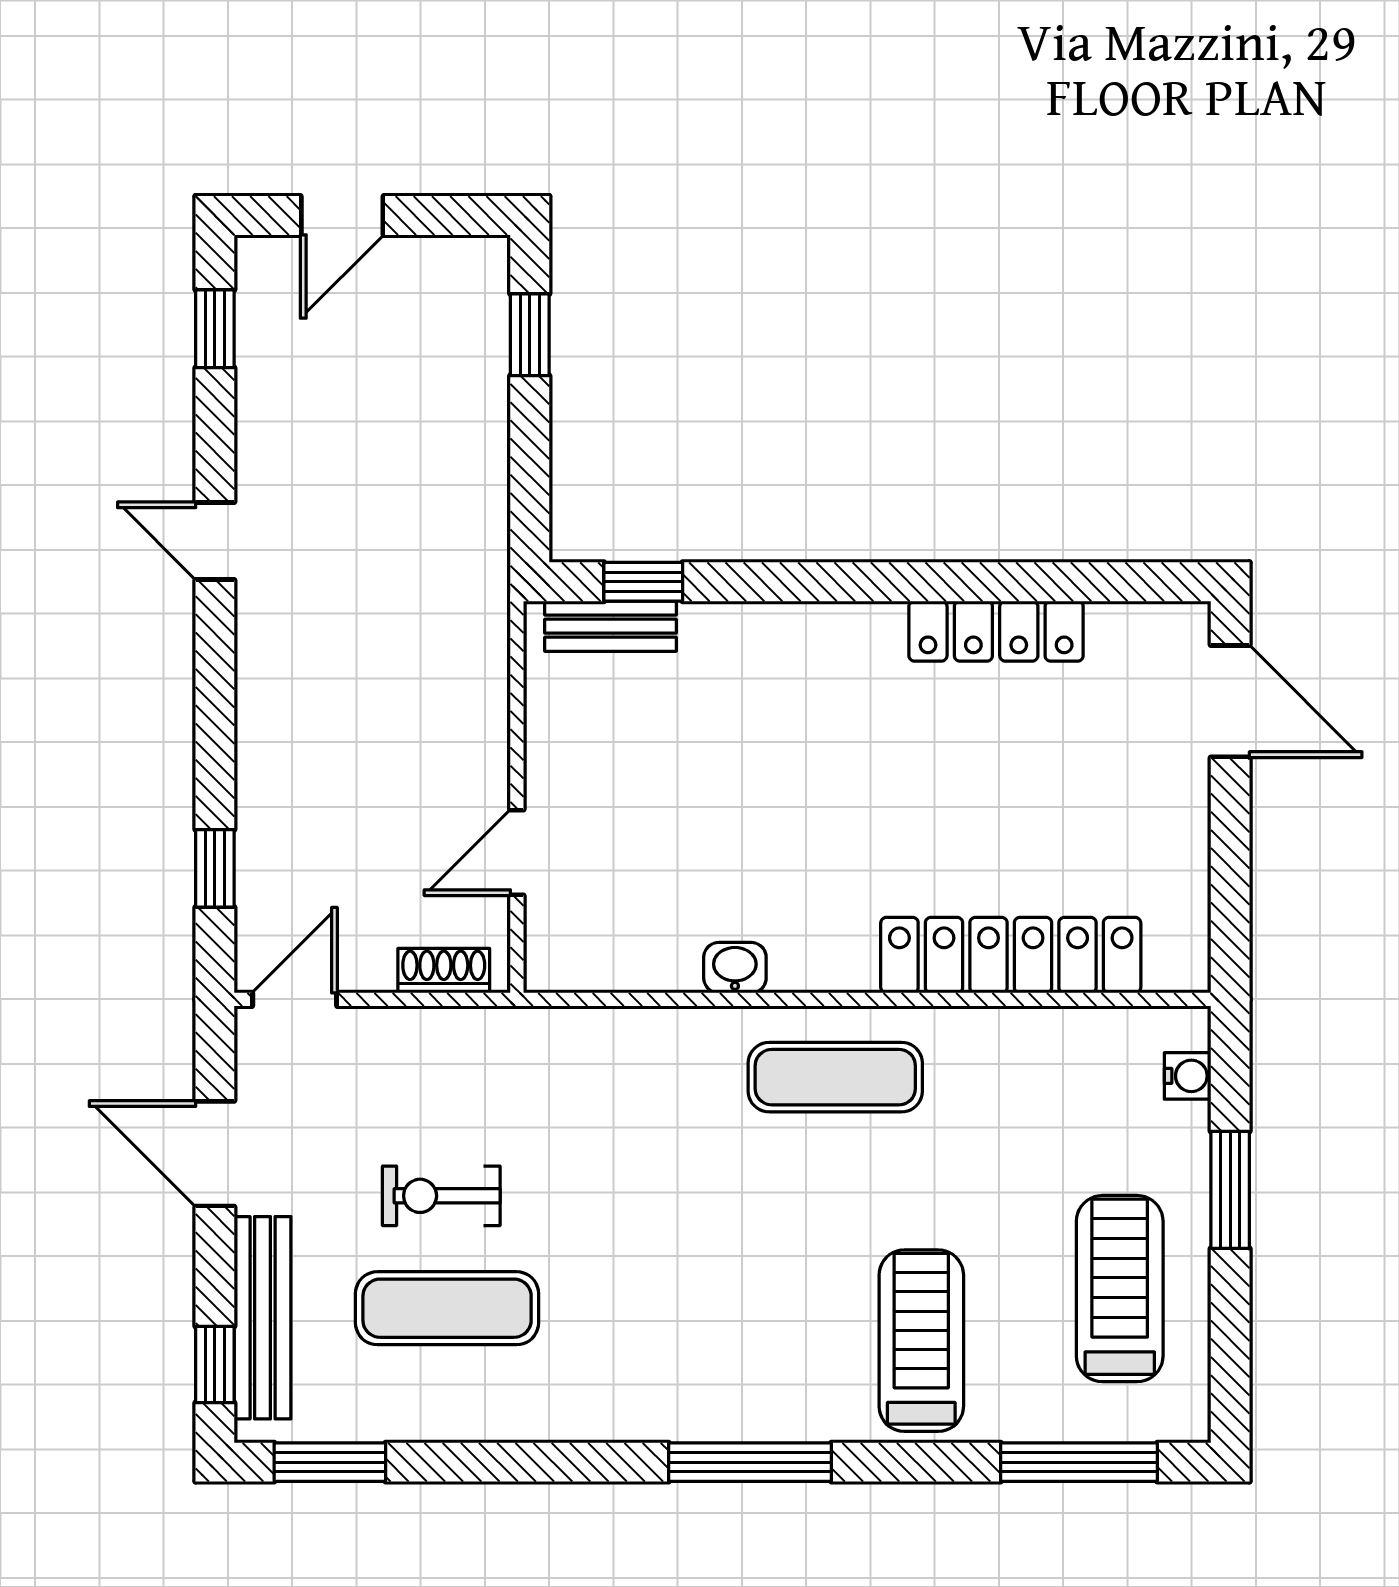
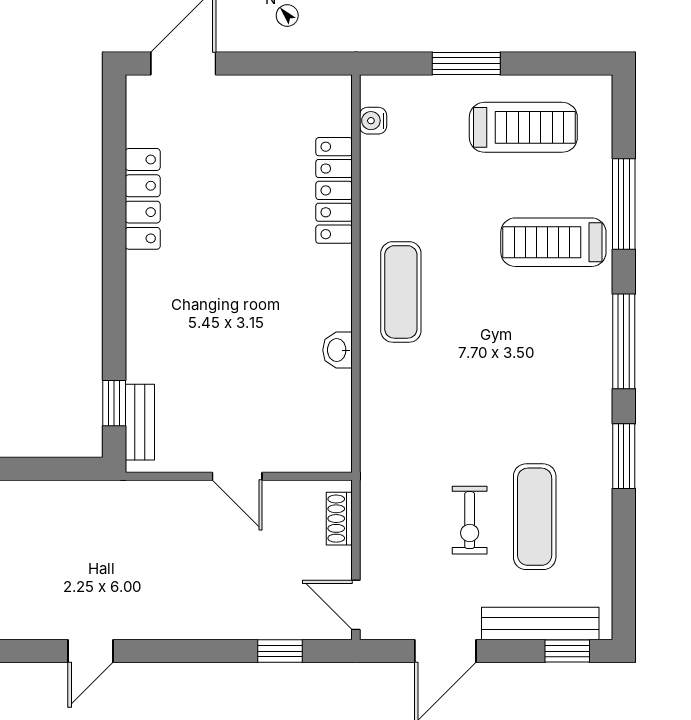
door: (517, 852) -> (237, 476), moved
locker: (1011, 955) -> (334, 190), width x0.71, depth x0.83
water cooler: (1188, 1076) -> (373, 121), moved, turned -90
treadmill: (1120, 1289) -> (523, 127), turned 180
window: (330, 1462) -> (624, 456), moved
window: (1079, 1462) -> (624, 204), moved

